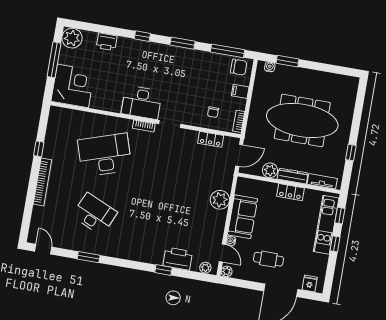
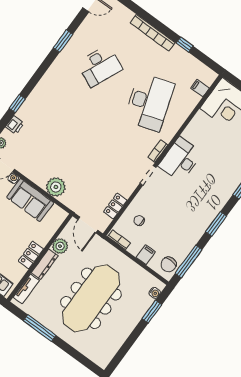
filing cabinet: (70, 116) -> (200, 88), added
window: (351, 152) -> (40, 328), width x2.17
printer: (178, 259) -> (15, 125), width x0.53, depth x0.68

